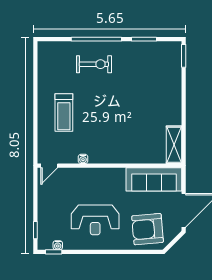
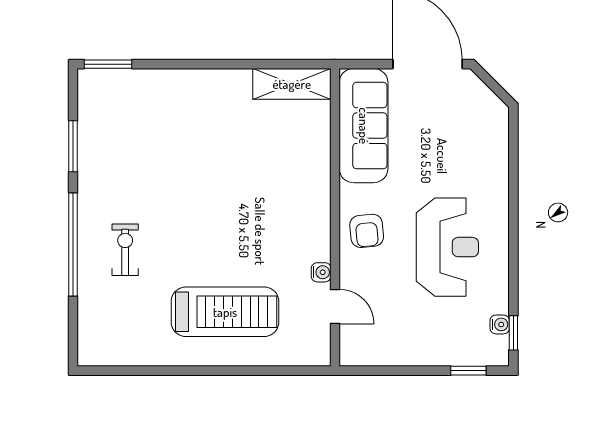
exercise bike: (94, 64) -> (125, 250), width x0.73, depth x0.72
treadmill: (64, 112) -> (225, 312), width x1.37, depth x1.38
door: (49, 166) -> (335, 306), moved
armchair: (148, 229) -> (367, 231), moved, width x0.53, depth x0.53

